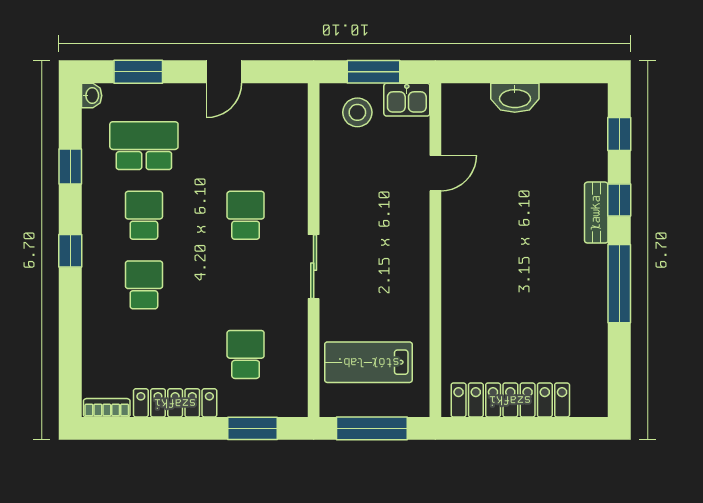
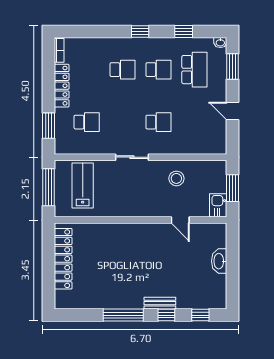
stool: (357, 112) -> (176, 178), moved

